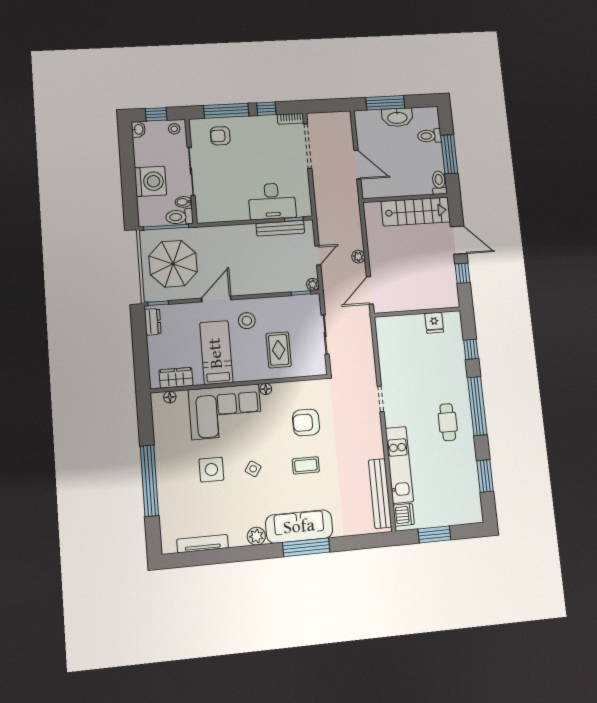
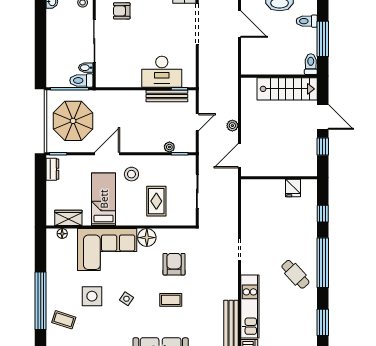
door: (357, 165) -> (240, 24), moved
washing machine: (150, 181) -> (59, 48), removed
plant: (313, 284) -> (169, 147), moved
floor lamp: (266, 389) -> (147, 238), width x1.89, depth x1.89
armchair: (306, 422) -> (174, 264), turned 90
cafe table: (448, 422) -> (295, 274), turned -43
coffee table: (179, 501) -> (64, 320), added

